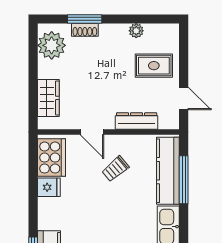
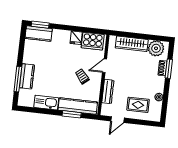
rug: (154, 66) -> (138, 105), turned 90
wardrobe: (48, 98) -> (132, 44), width x1.50
window: (184, 180) -> (72, 114), width x0.69

